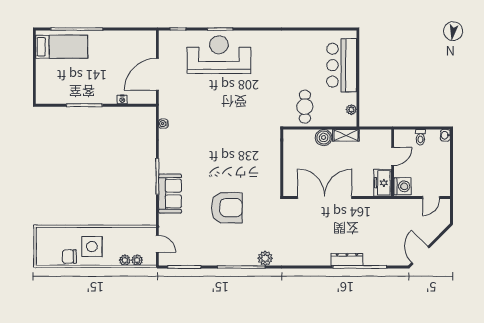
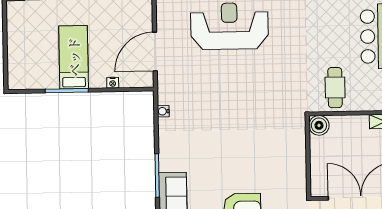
bed: (62, 47) -> (74, 57), moved, turned -90
boiler: (324, 138) -> (319, 125), moved

